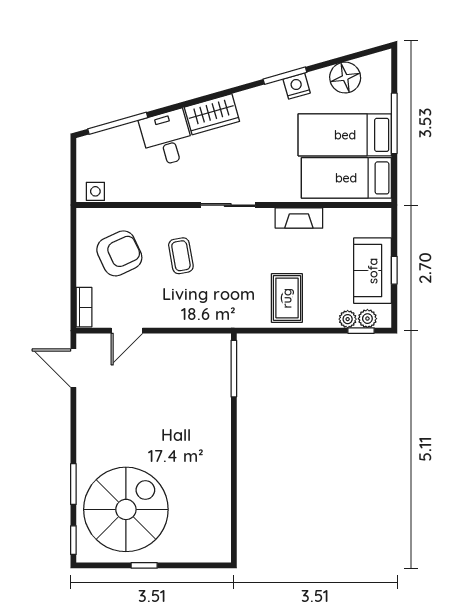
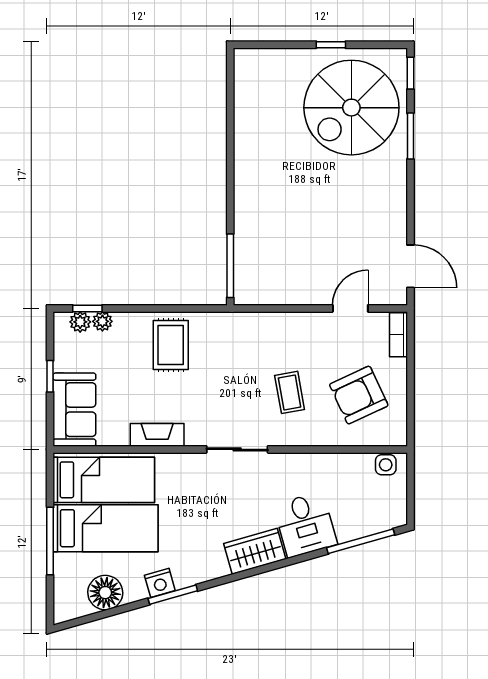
sofa: (373, 271) -> (74, 410), moved

